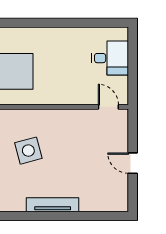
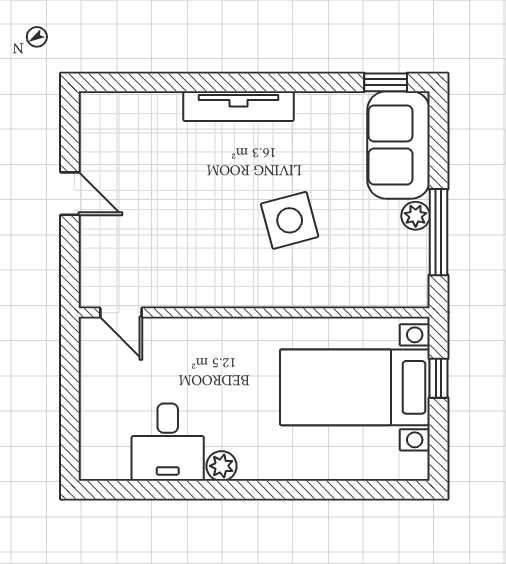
plant: (61, 34) -> (221, 466), added
desk: (110, 58) -> (168, 442), moved, turned -90

